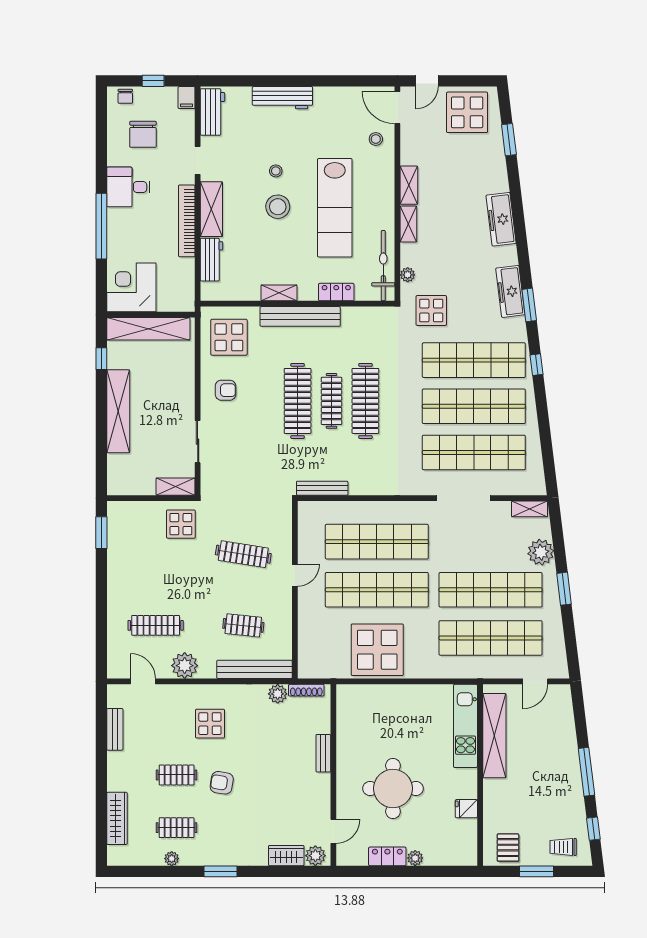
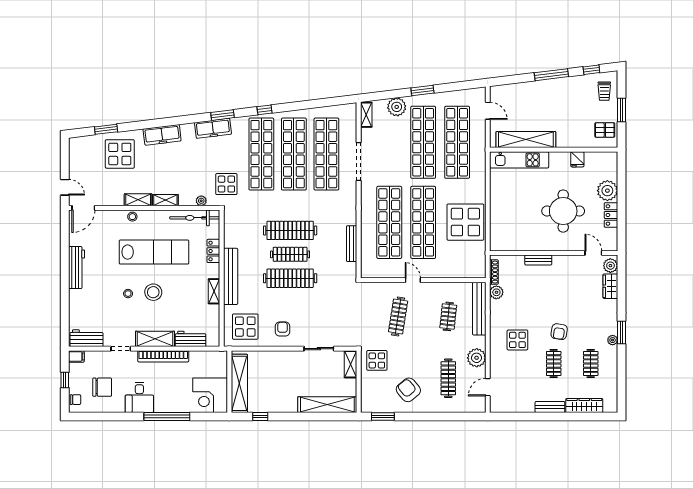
workbench: (282, 98) -> (76, 268), moved
display table: (467, 112) -> (120, 154), moved
stool: (376, 139) -> (132, 217), moved
shelving: (118, 411) -> (327, 405), moved
bench: (322, 488) -> (352, 244), moved
armchair: (139, 569) -> (408, 390), added
bench: (115, 729) -> (550, 407), moved
plant: (415, 858) -> (607, 191), width x1.87, depth x1.87
plant: (172, 859) -> (613, 340), moved

